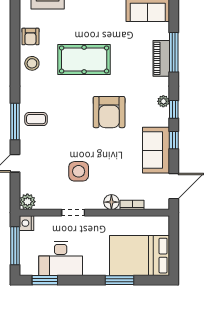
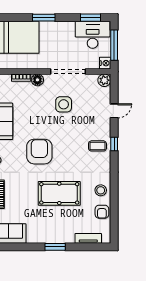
armchair: (30, 36) -> (102, 212), turned 180
window: (15, 121) -> (114, 144), width x0.46
doorway: (73, 213) -> (68, 72), width x1.87
desk: (61, 259) -> (93, 35), moved
window: (120, 280) -> (44, 18), moved

